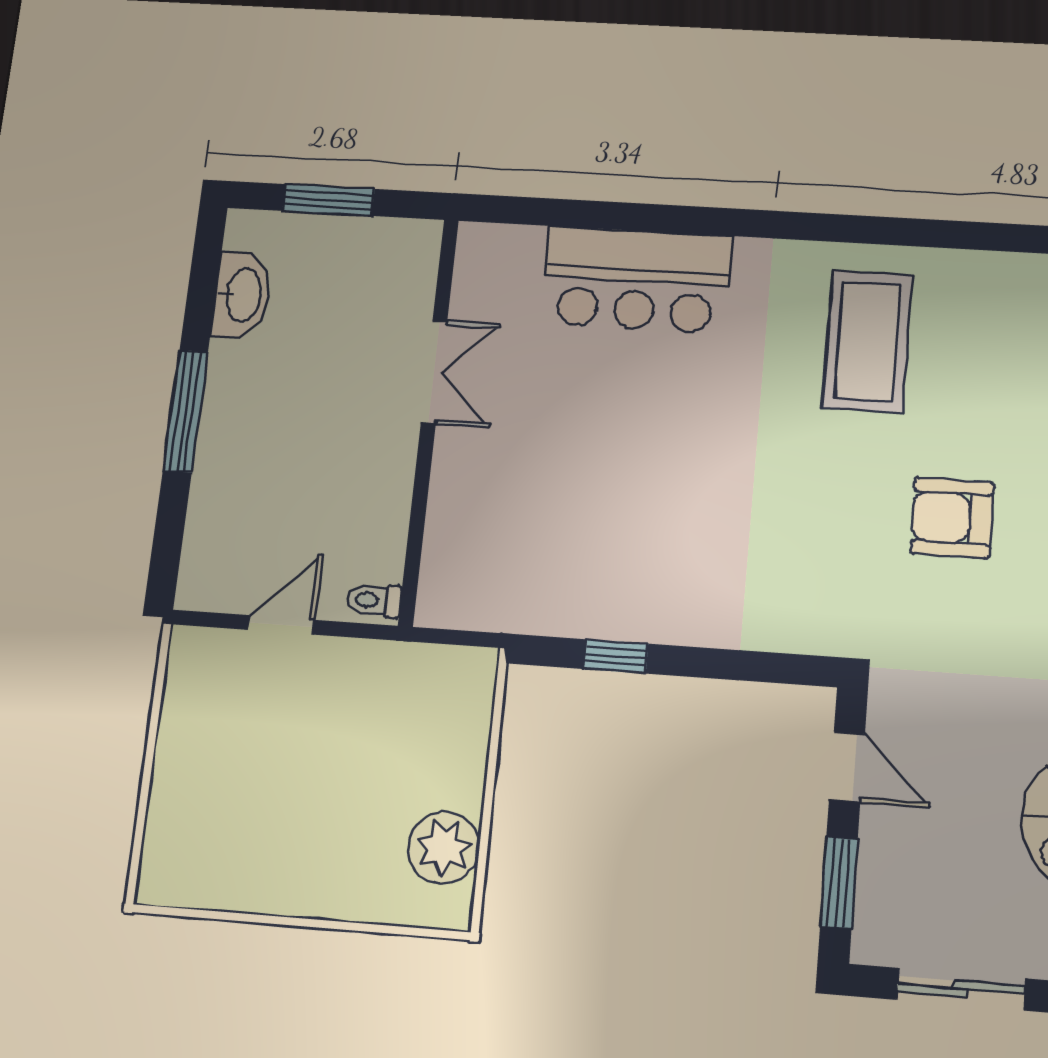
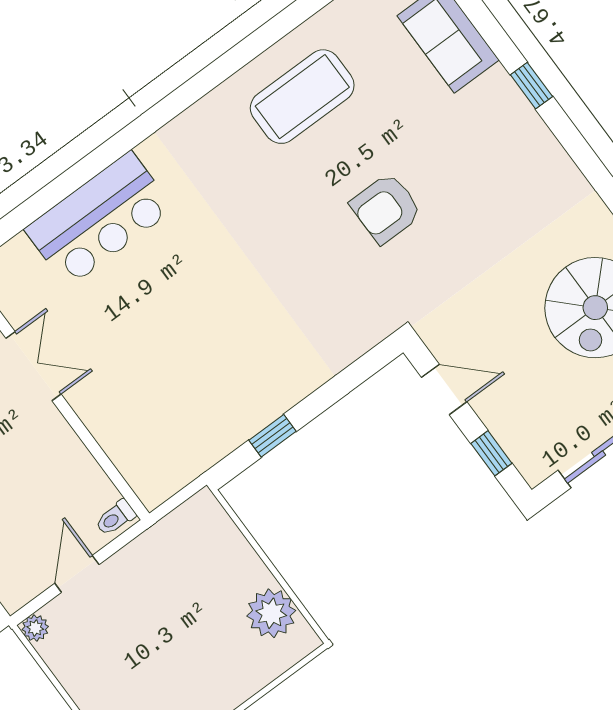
coffee table: (867, 341) -> (302, 97), moved, turned 90
plant: (187, 644) -> (35, 628), added
window: (839, 883) -> (491, 453), width x0.67

